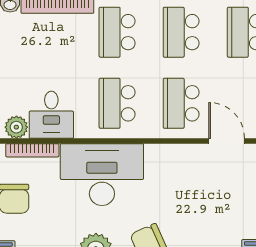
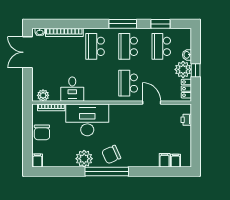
school desk: (117, 103) -> (95, 83), removed
desk: (51, 115) -> (72, 89), moved

